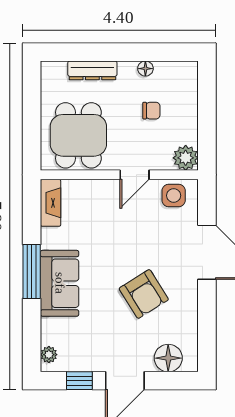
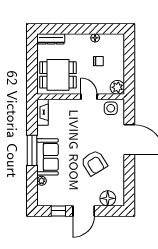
dresser: (92, 70) -> (51, 39), moved
dining table: (78, 135) -> (58, 75), turned 90
door: (135, 175) -> (89, 97), swing flipped
plant: (49, 355) -> (42, 181), moved

